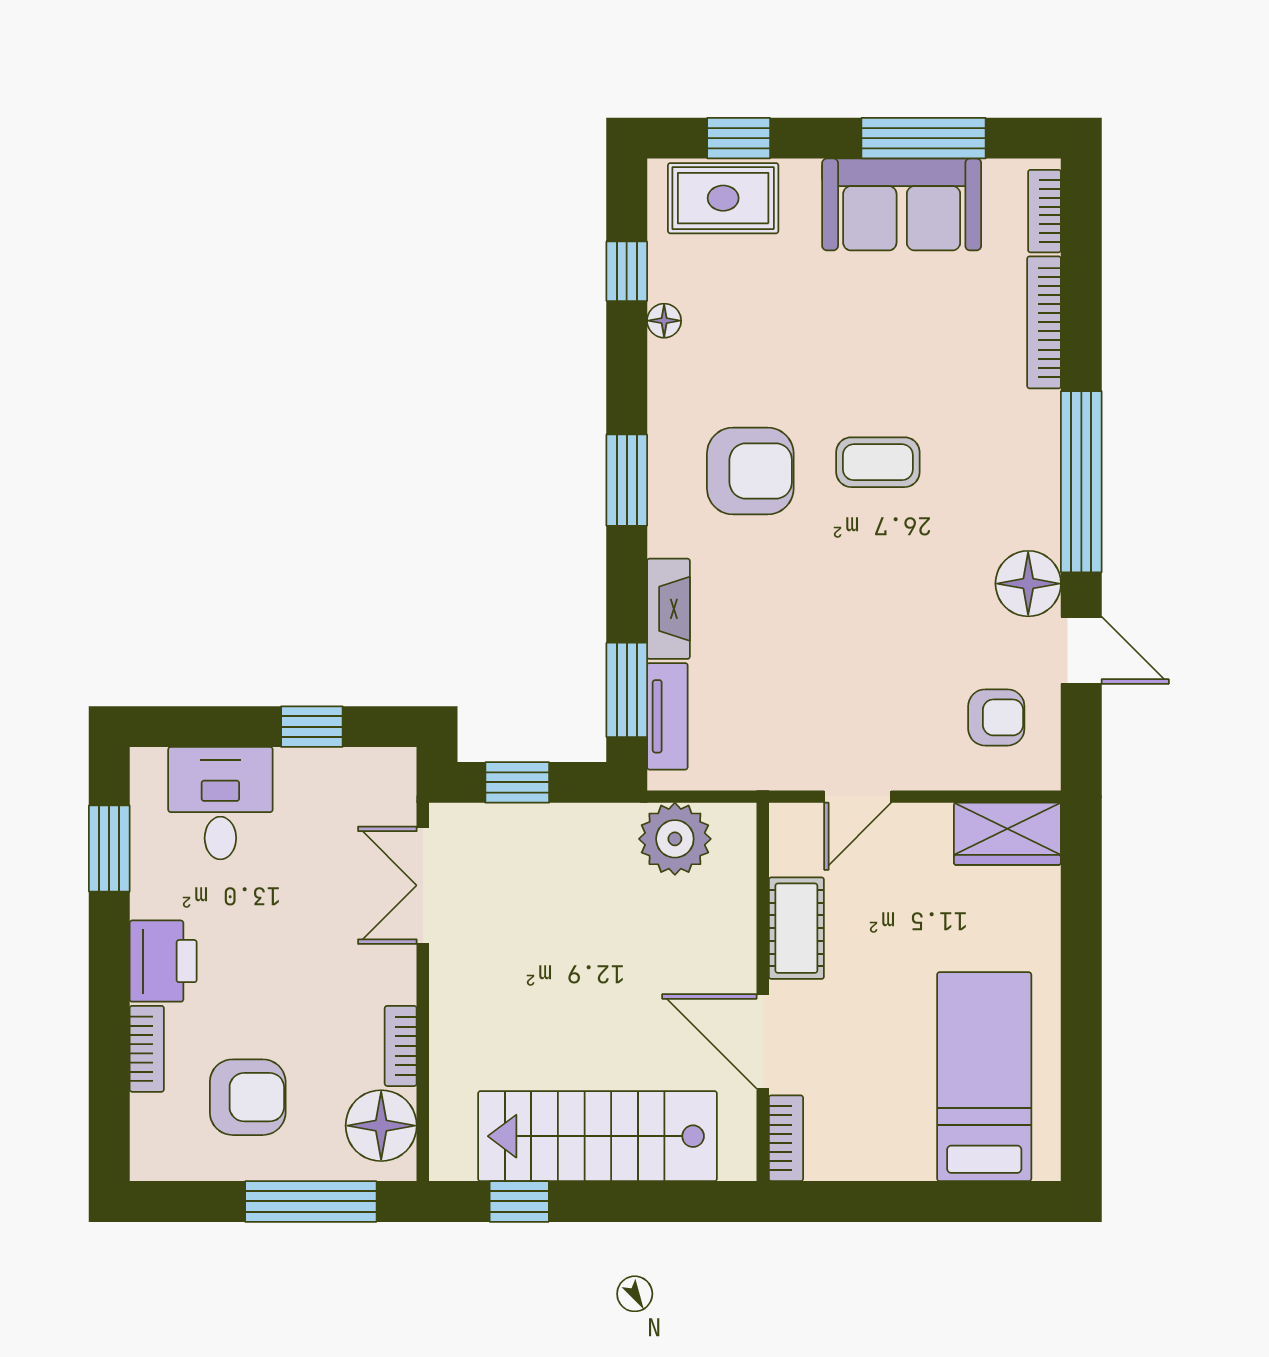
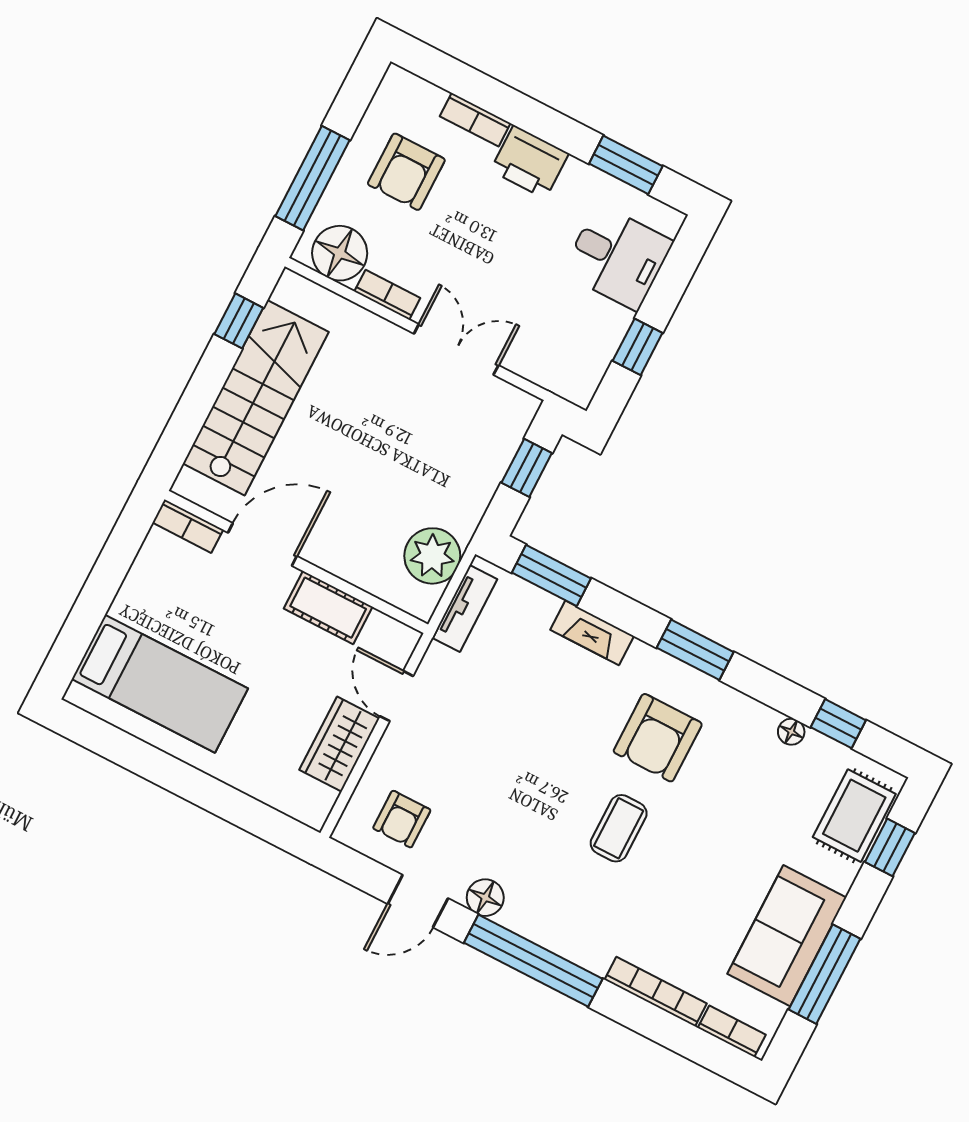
floor lamp: (1028, 584) -> (485, 898), width x0.73, depth x0.73
tv unit: (667, 716) -> (465, 608), moved, turned -90
wardrobe: (1007, 834) -> (339, 744), moved
double door: (423, 885) -> (456, 349), moved

